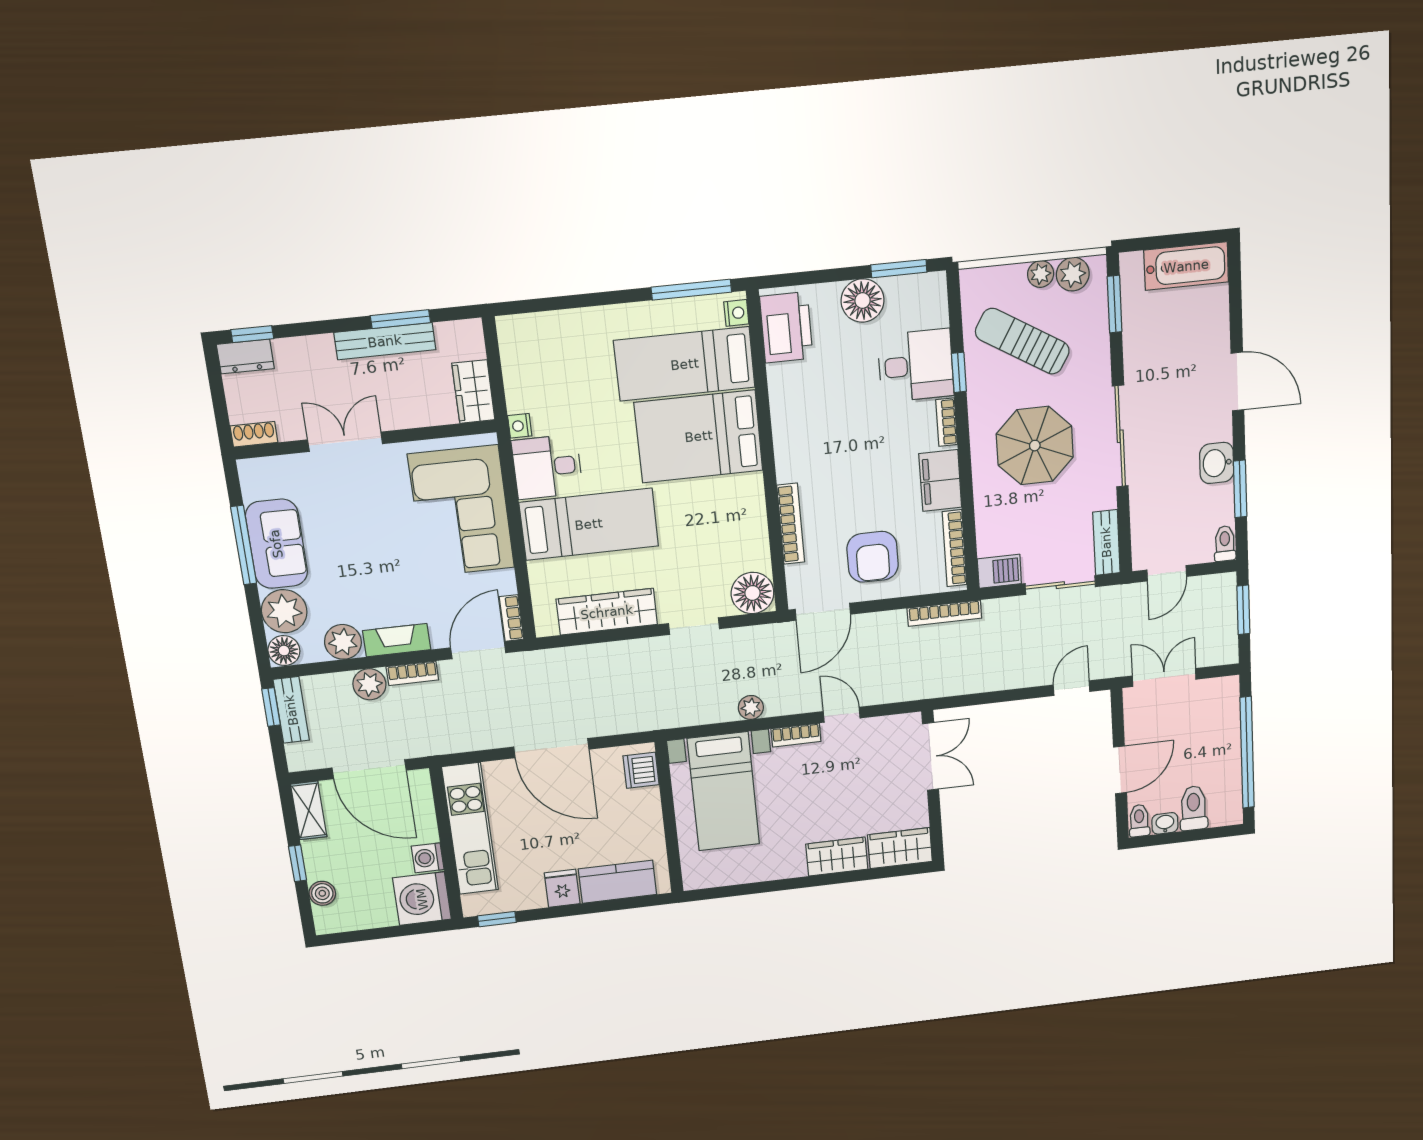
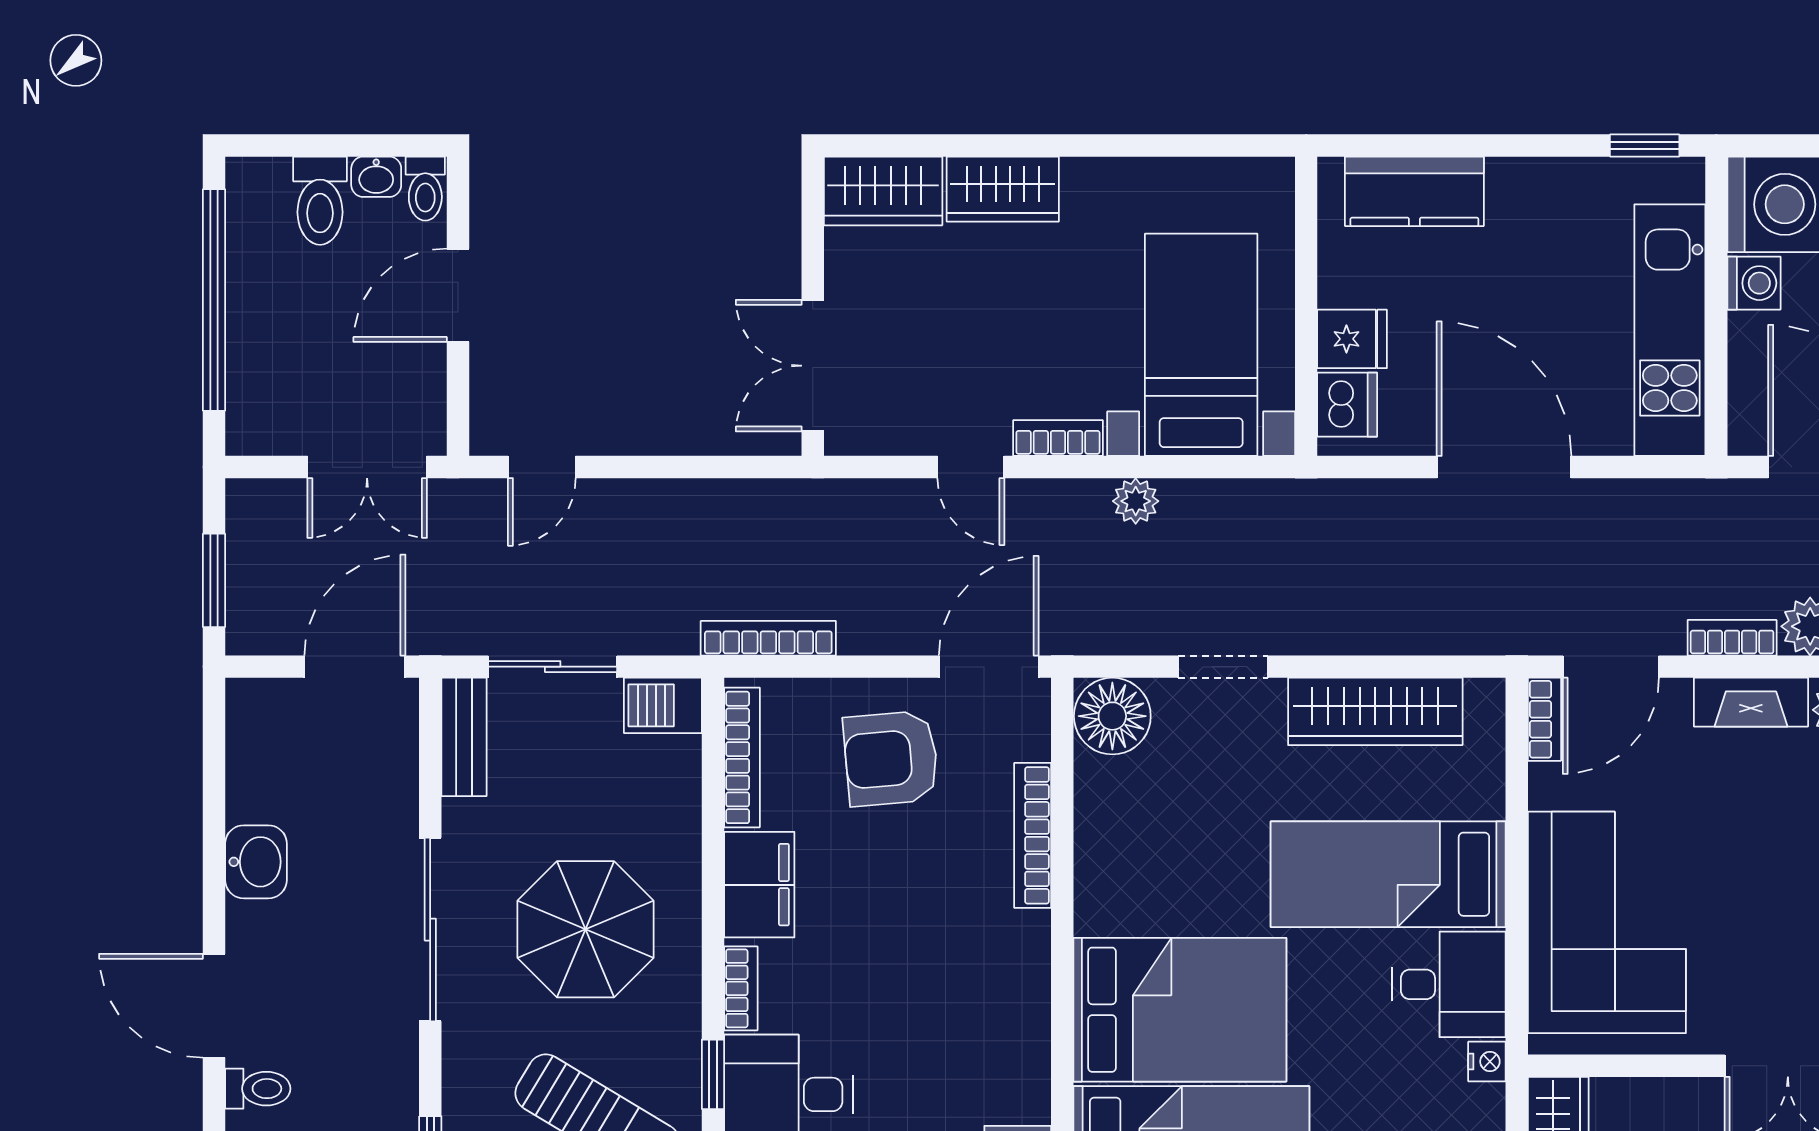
window: (1240, 489) -> (214, 809), removed
toilet: (1225, 544) -> (258, 1089), moved, turned -90
armchair: (873, 557) -> (891, 758), turned -95
door: (1167, 573) -> (355, 667), width x1.38
fridge: (562, 888) -> (1352, 339), moved, turned -90

